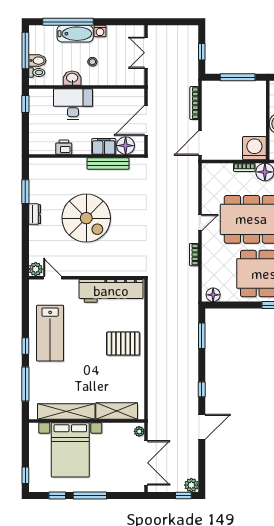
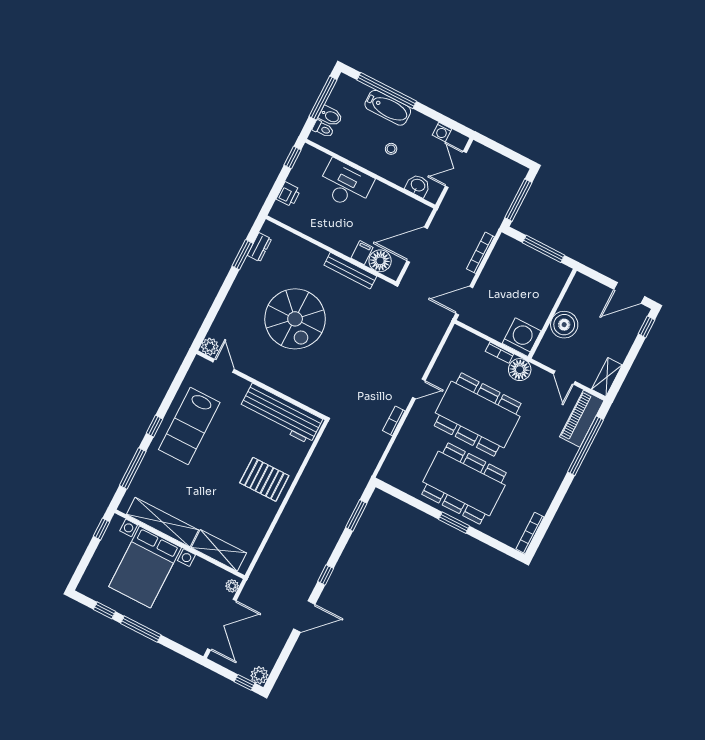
washing machine: (100, 31) -> (442, 132), moved
window: (202, 52) -> (518, 200), width x2.17
washbasin: (72, 78) -> (418, 186), moved
filing cabinet: (104, 146) -> (362, 253), width x0.50
printer: (64, 147) -> (288, 194), moved, turned 90
dresser: (35, 214) -> (259, 247), moved
floor lamp: (213, 295) -> (392, 476), removed
window: (25, 475) -> (102, 529), moved

